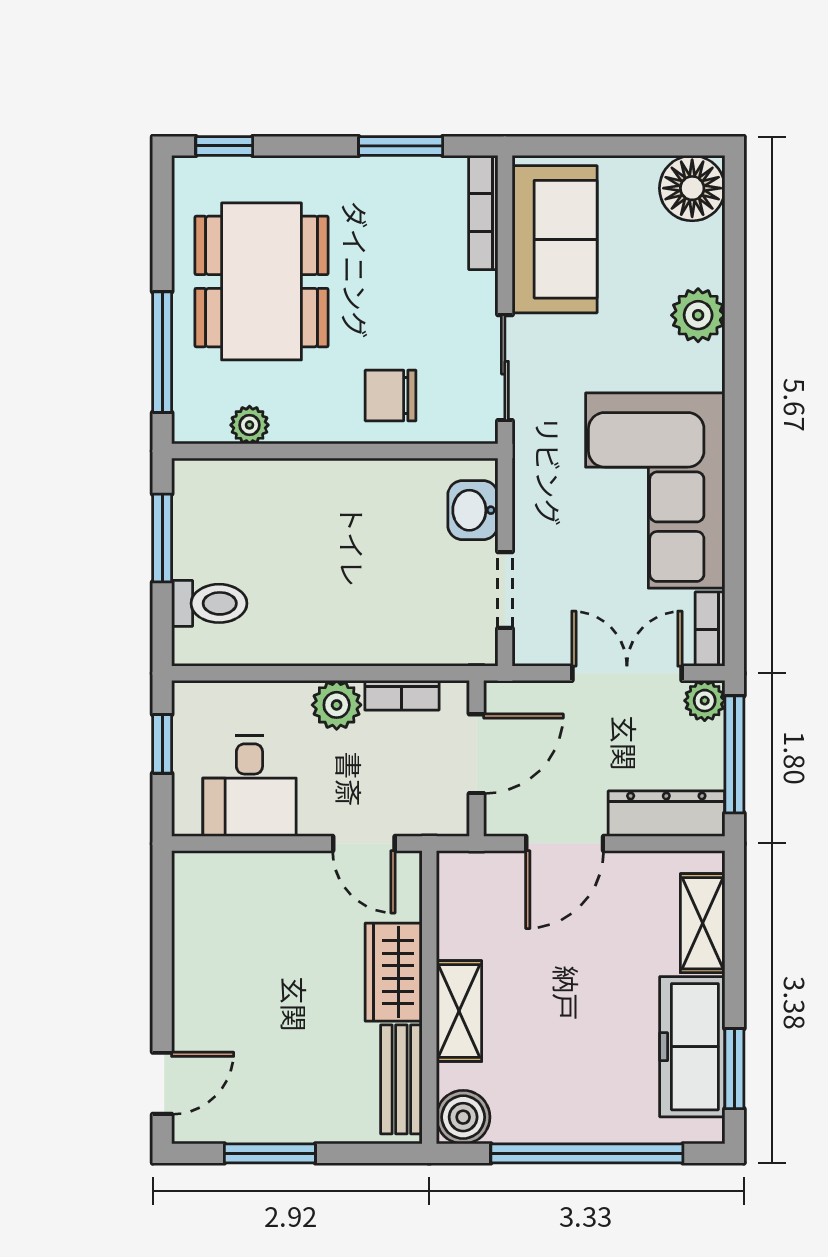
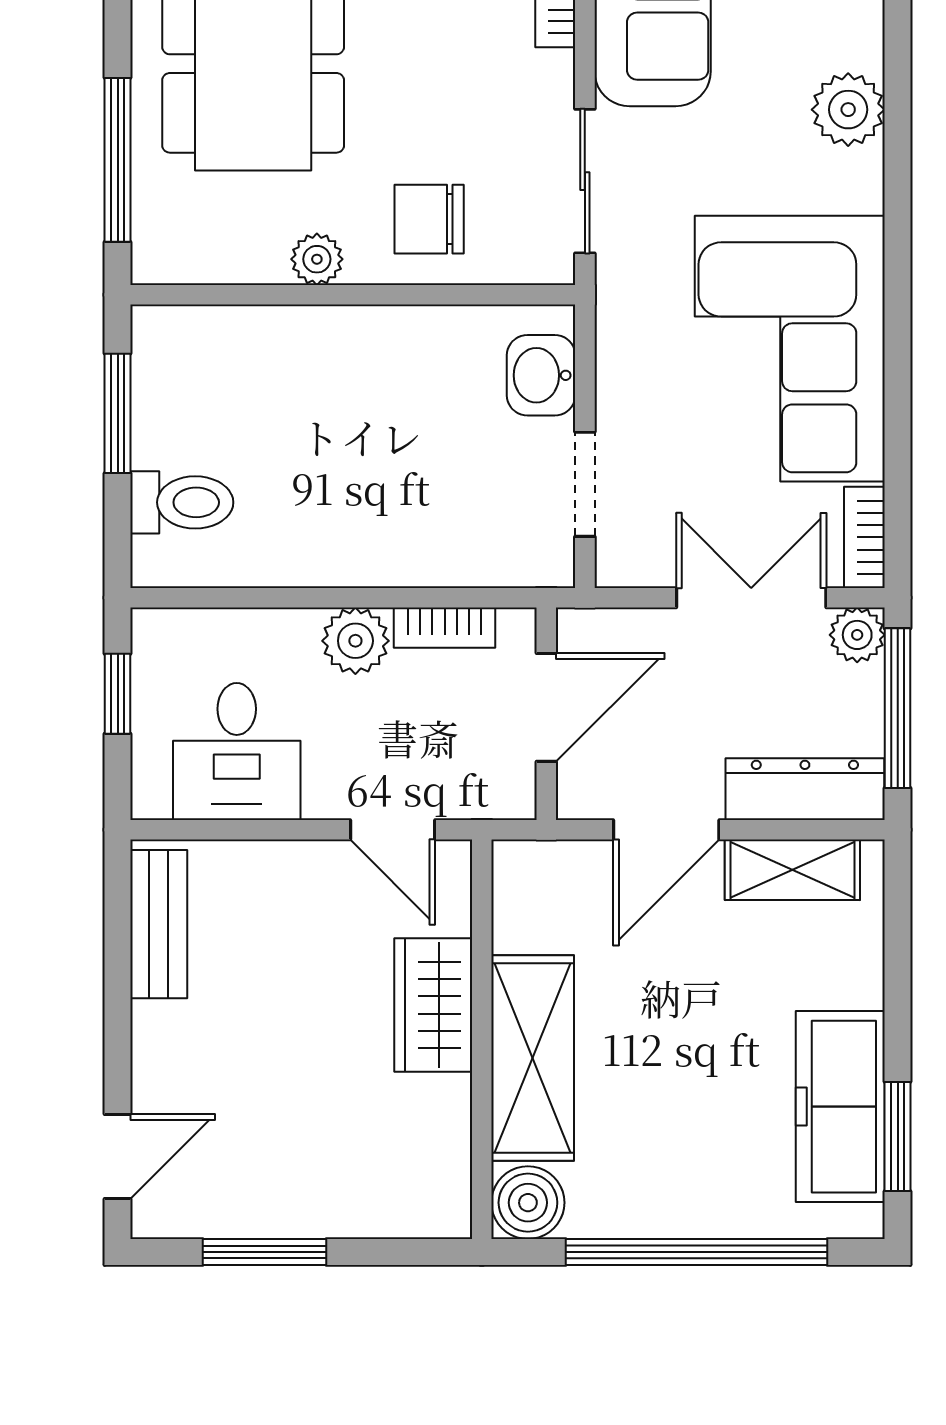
plant: (250, 425) -> (317, 259), moved
shelving: (703, 923) -> (792, 870), moved, turned 90
shelving: (459, 1011) -> (533, 1058), width x1.50, depth x1.33
bench: (401, 1079) -> (159, 924), moved

